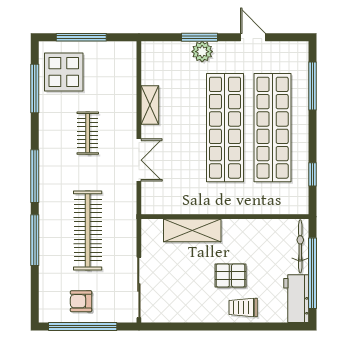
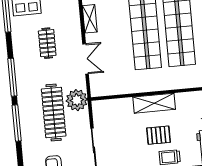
plant: (121, 216) -> (77, 100), added
shelving: (192, 230) -> (154, 103), moved

